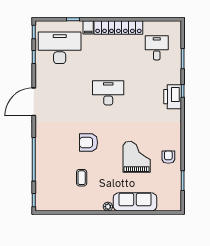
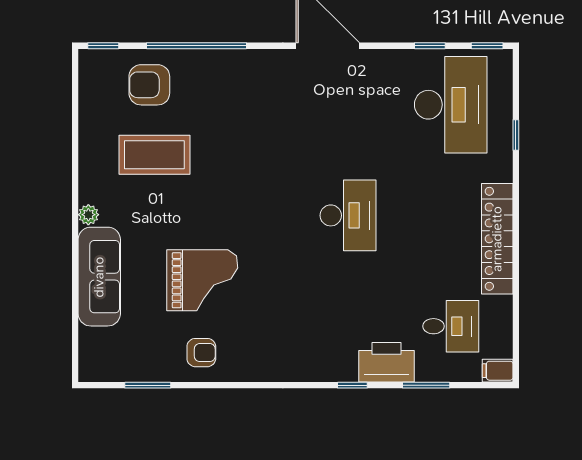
filing cabinet: (88, 27) -> (498, 371), moved
printer: (173, 97) -> (387, 362), moved
armchair: (89, 142) -> (149, 85), moved, turned -90
coffee table: (82, 178) -> (154, 155), width x1.86, depth x1.72

